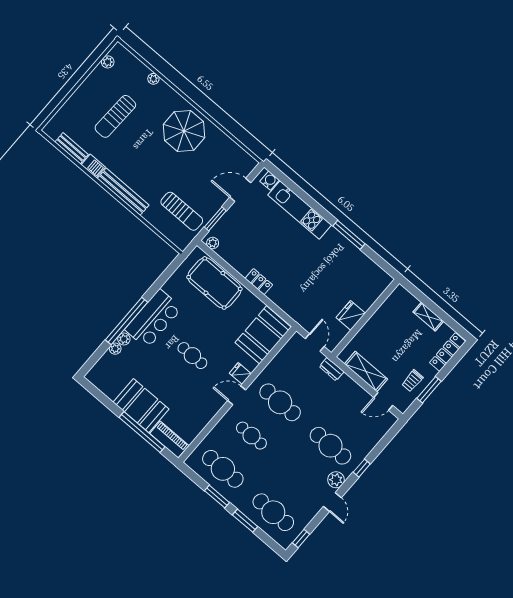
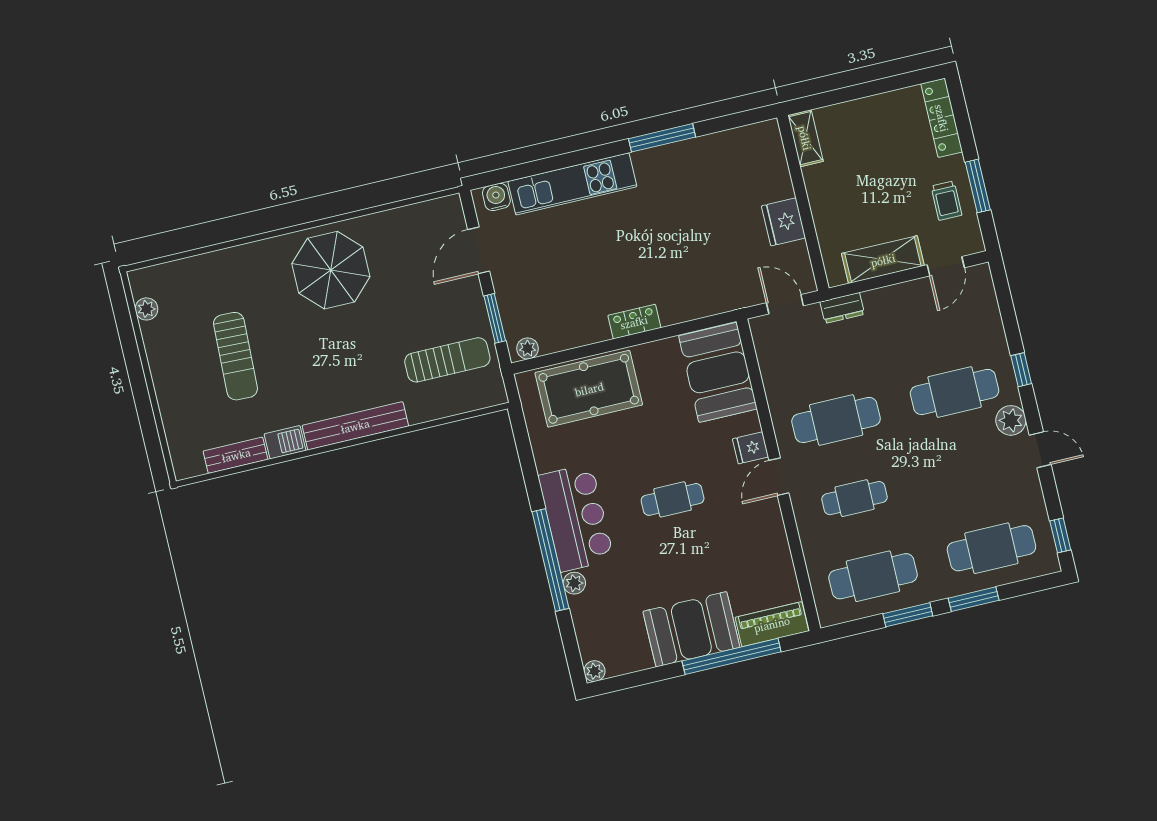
plant: (153, 79) -> (221, 259), removed
shelving: (428, 317) -> (805, 138), moved, turned 90
plant: (115, 349) -> (594, 671), moved

